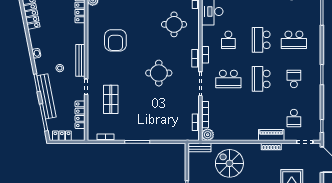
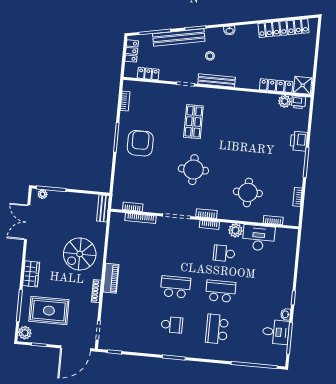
armchair: (115, 40) -> (140, 143), moved, turned 90
school desk: (228, 79) -> (179, 249), removed
shop shelf: (111, 99) -> (193, 122), moved, turned 90
locker: (80, 115) -> (148, 74), width x0.66
school desk: (294, 118) -> (127, 320), removed
plant: (208, 135) -> (235, 230), moved
piano: (271, 135) -> (111, 278), moved
spiral stairs: (229, 163) -> (80, 254), moved, turned 180

